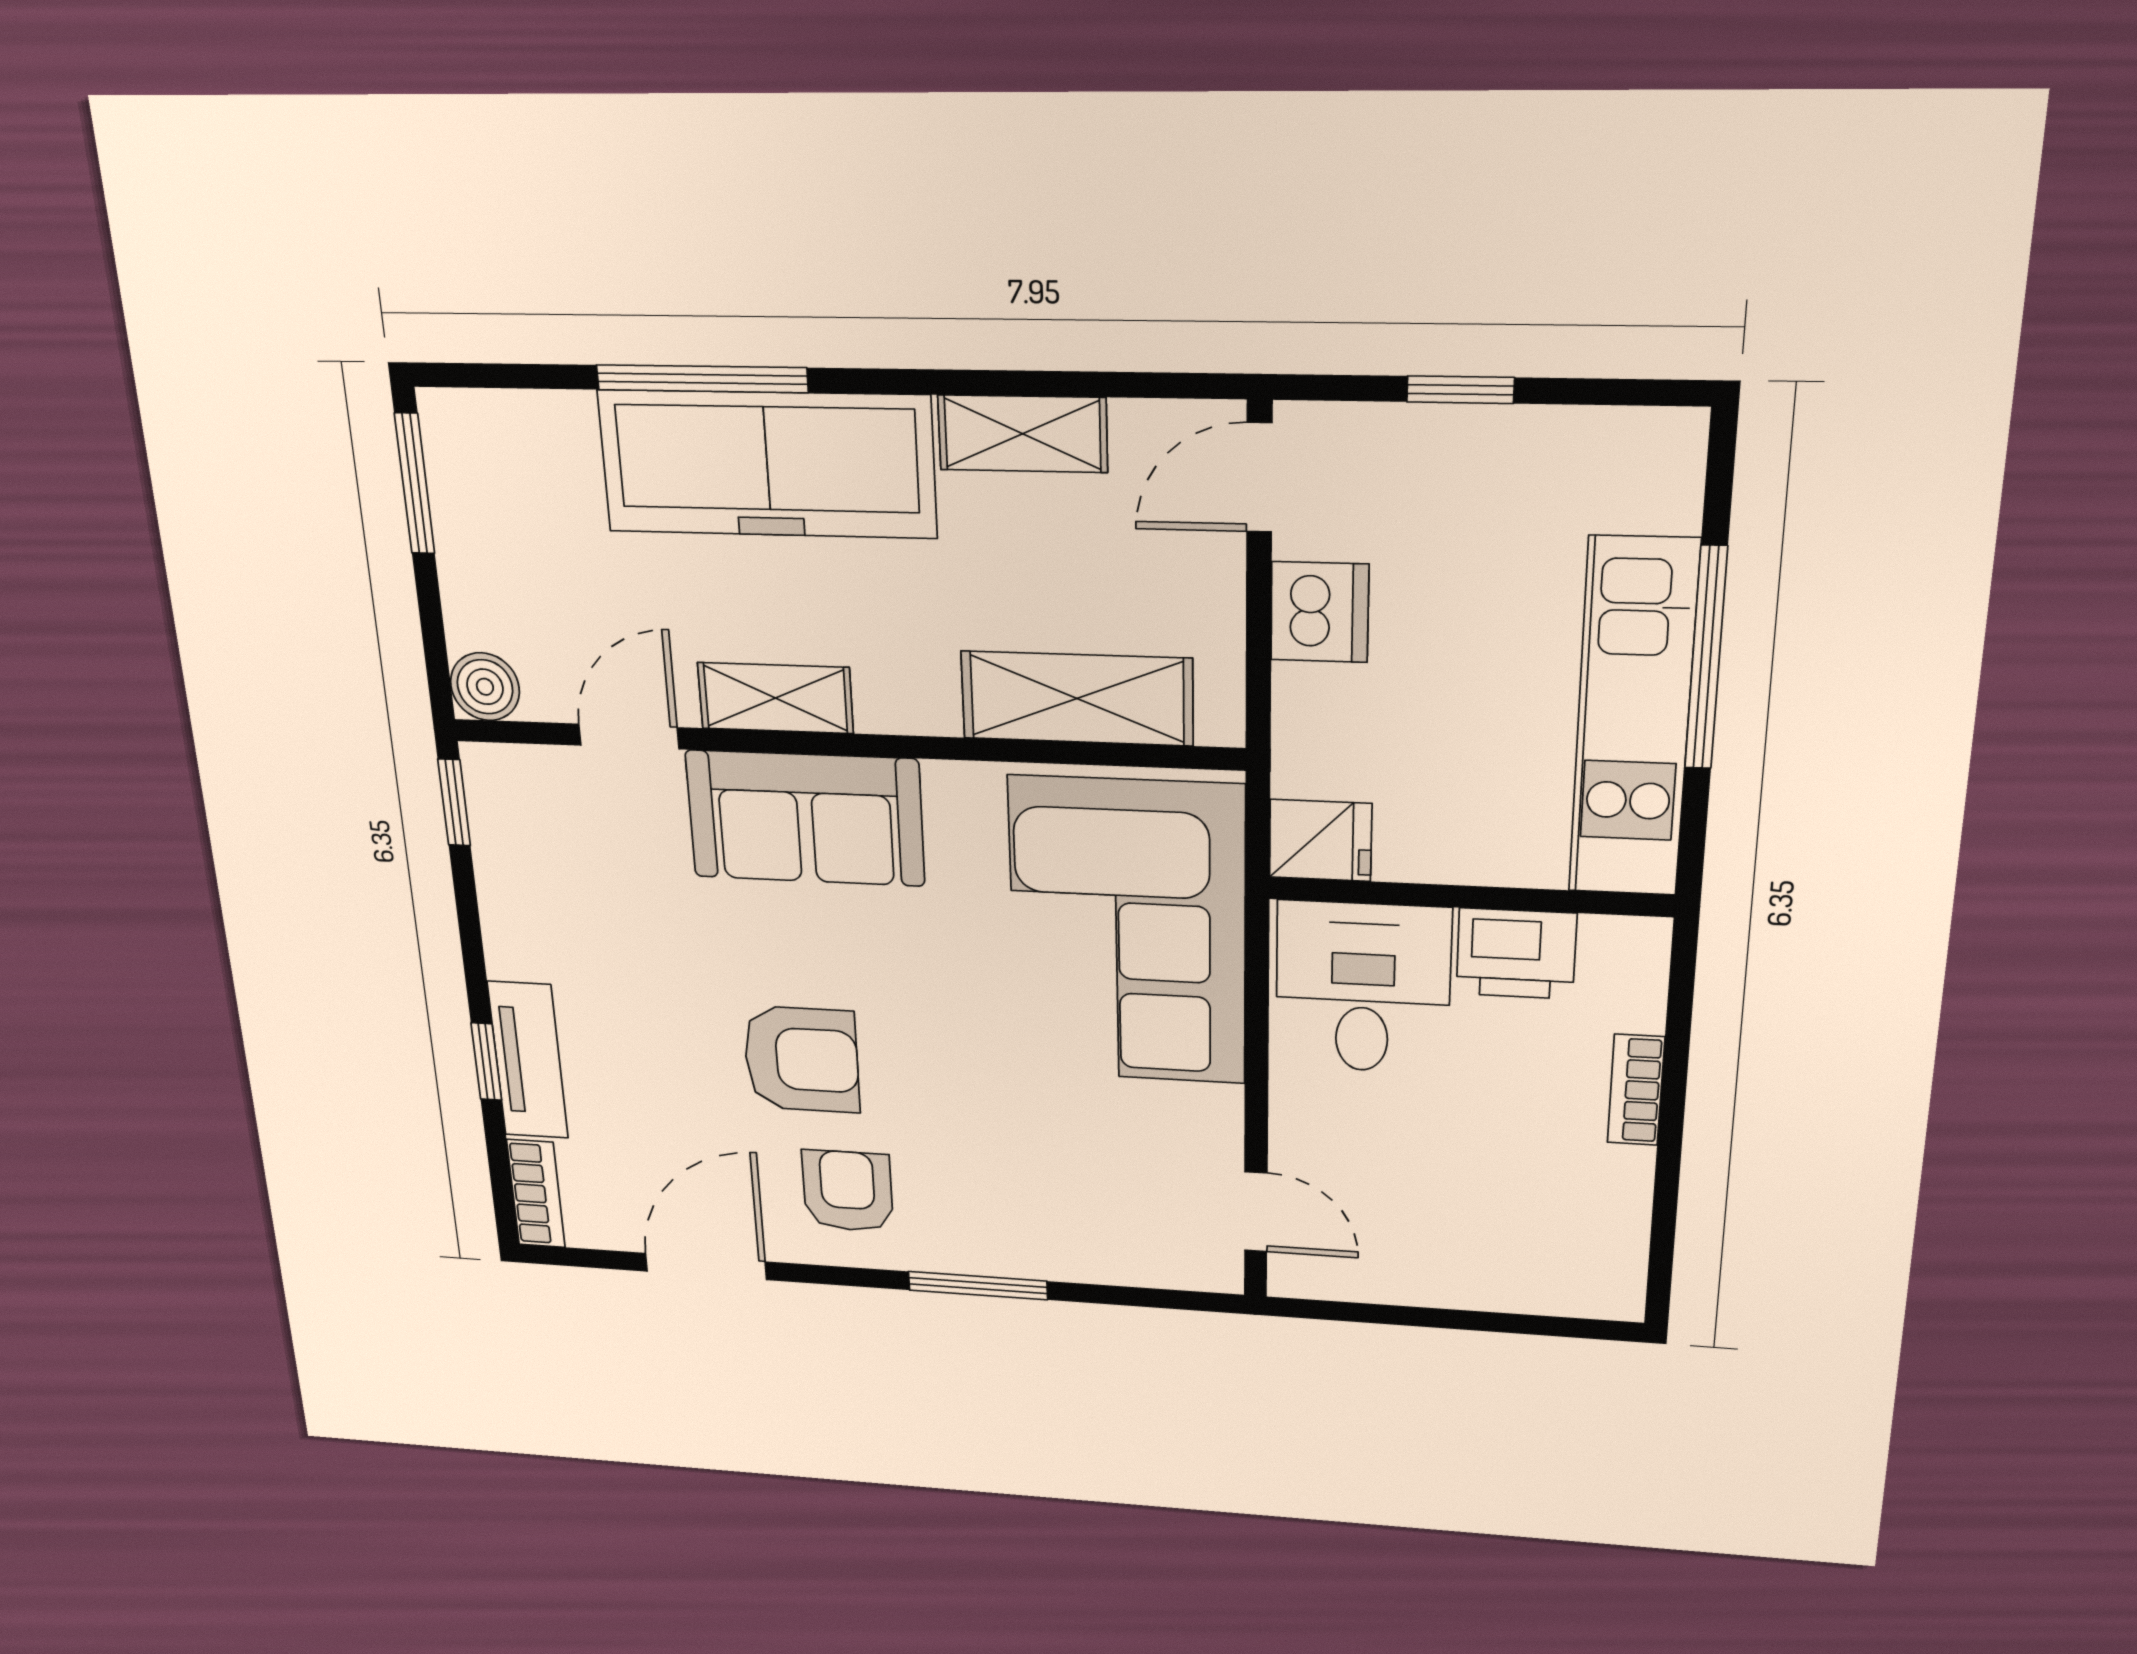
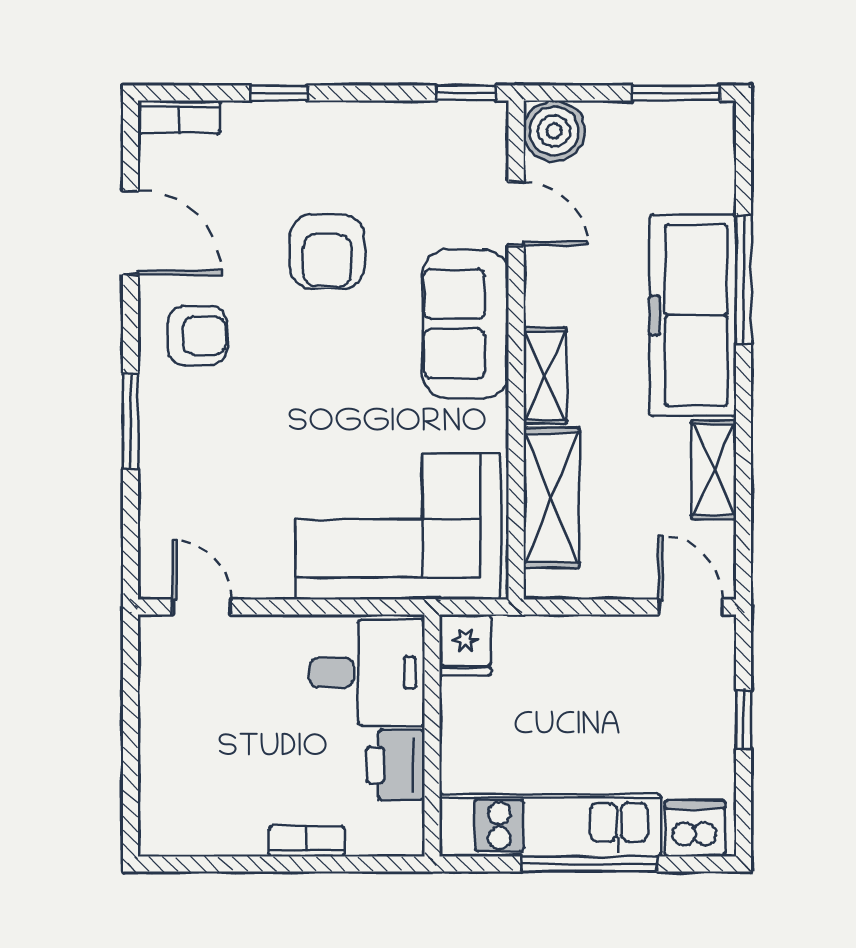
dishwasher: (1320, 612) -> (695, 828), moved, turned 180
boiler: (485, 687) -> (554, 131), width x1.36, depth x1.36
shelving: (775, 698) -> (545, 376), moved
armchair: (801, 1059) -> (327, 251), moved
tv unit: (528, 1060) -> (282, 122), removed
door: (1256, 1212) -> (202, 607), swing flipped

